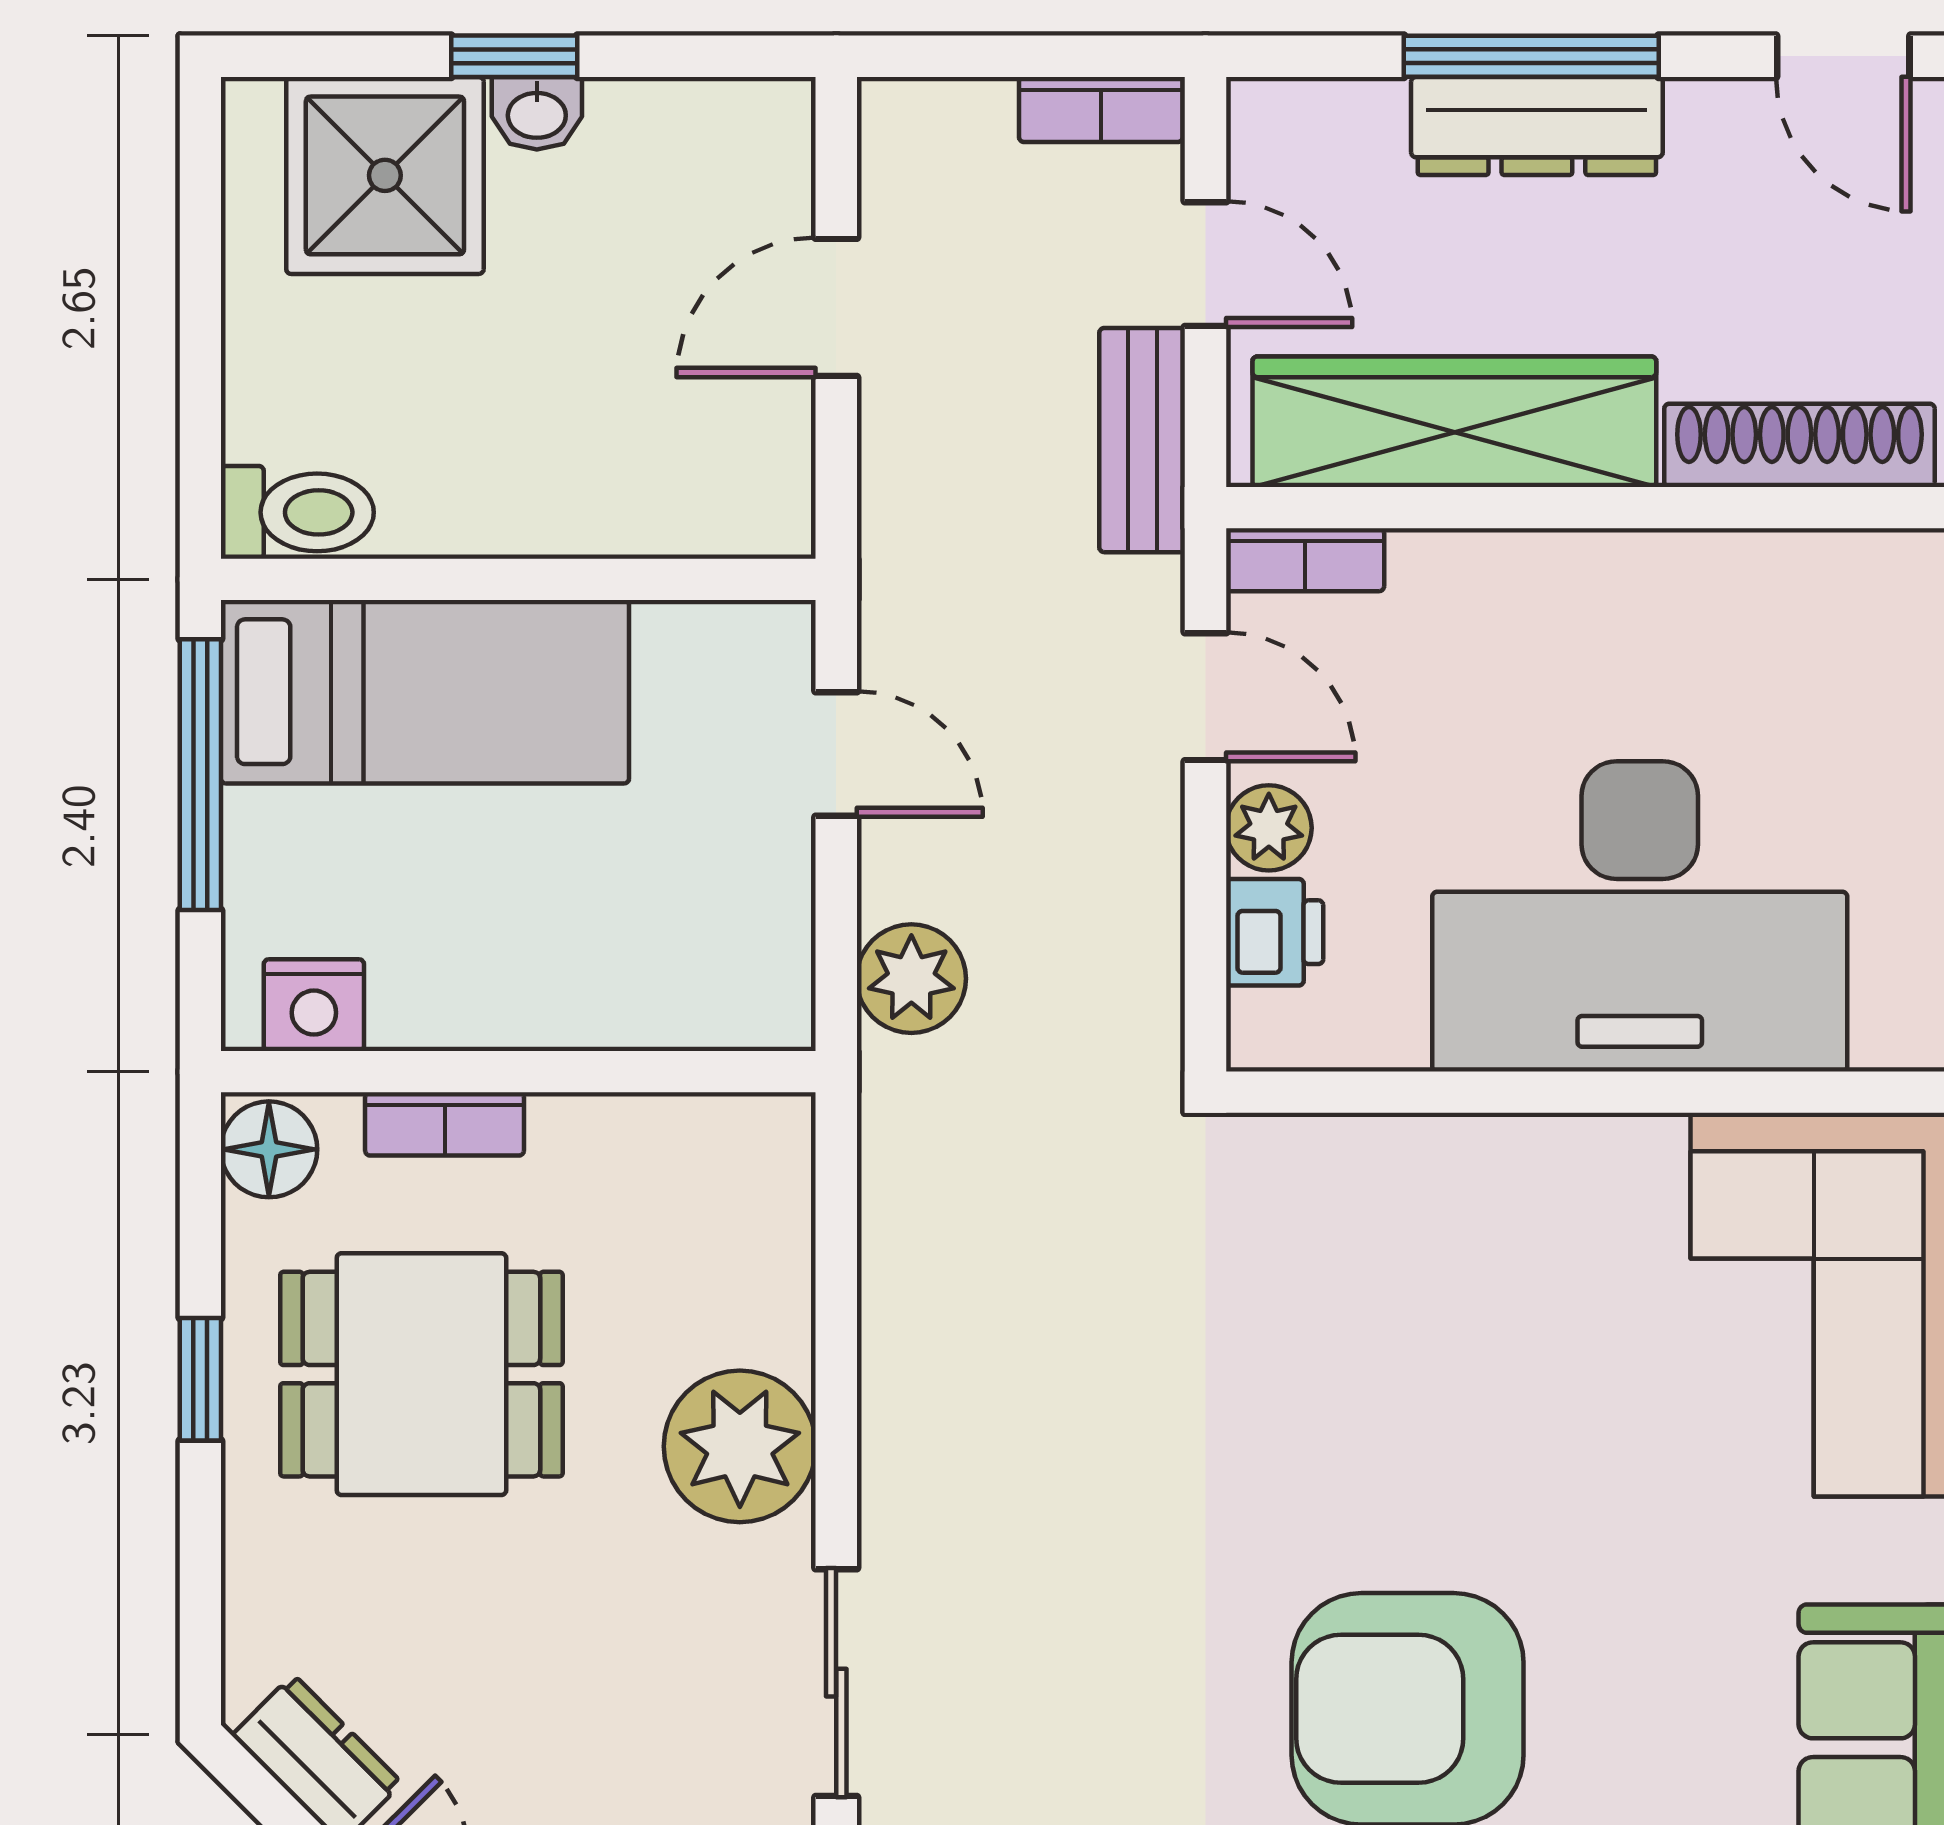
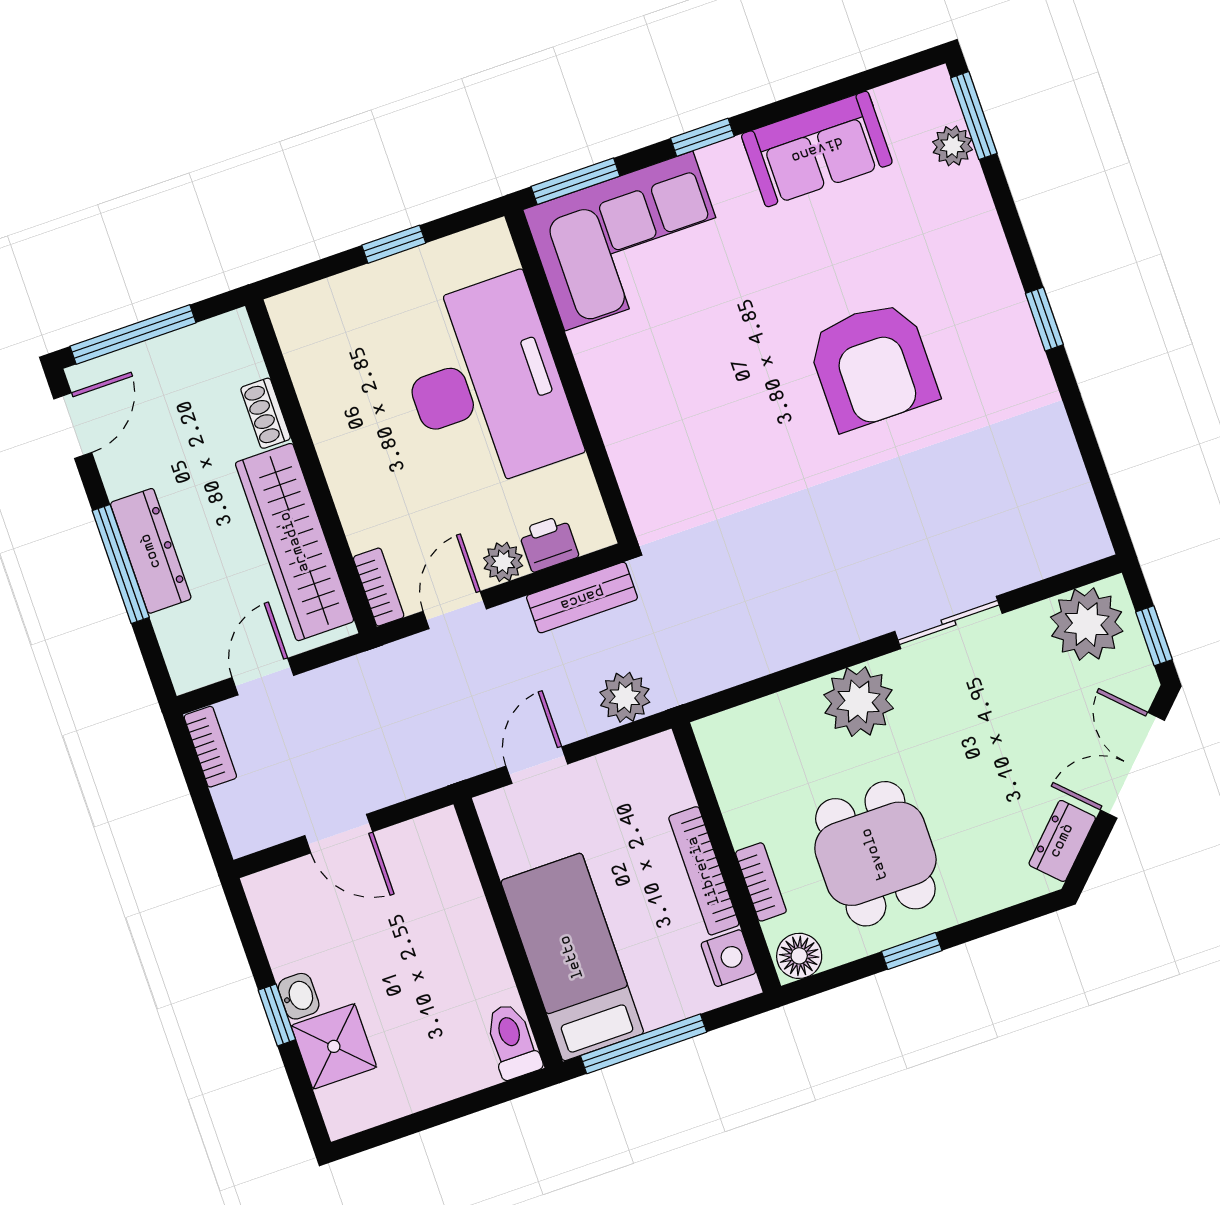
shower: (385, 175) -> (334, 1046), width x0.73, depth x0.73
bench: (1142, 440) -> (582, 598), moved
shoe rack: (1799, 445) -> (266, 413), width x0.51, depth x0.81
bookcase: (507, 1017) -> (704, 871), added

